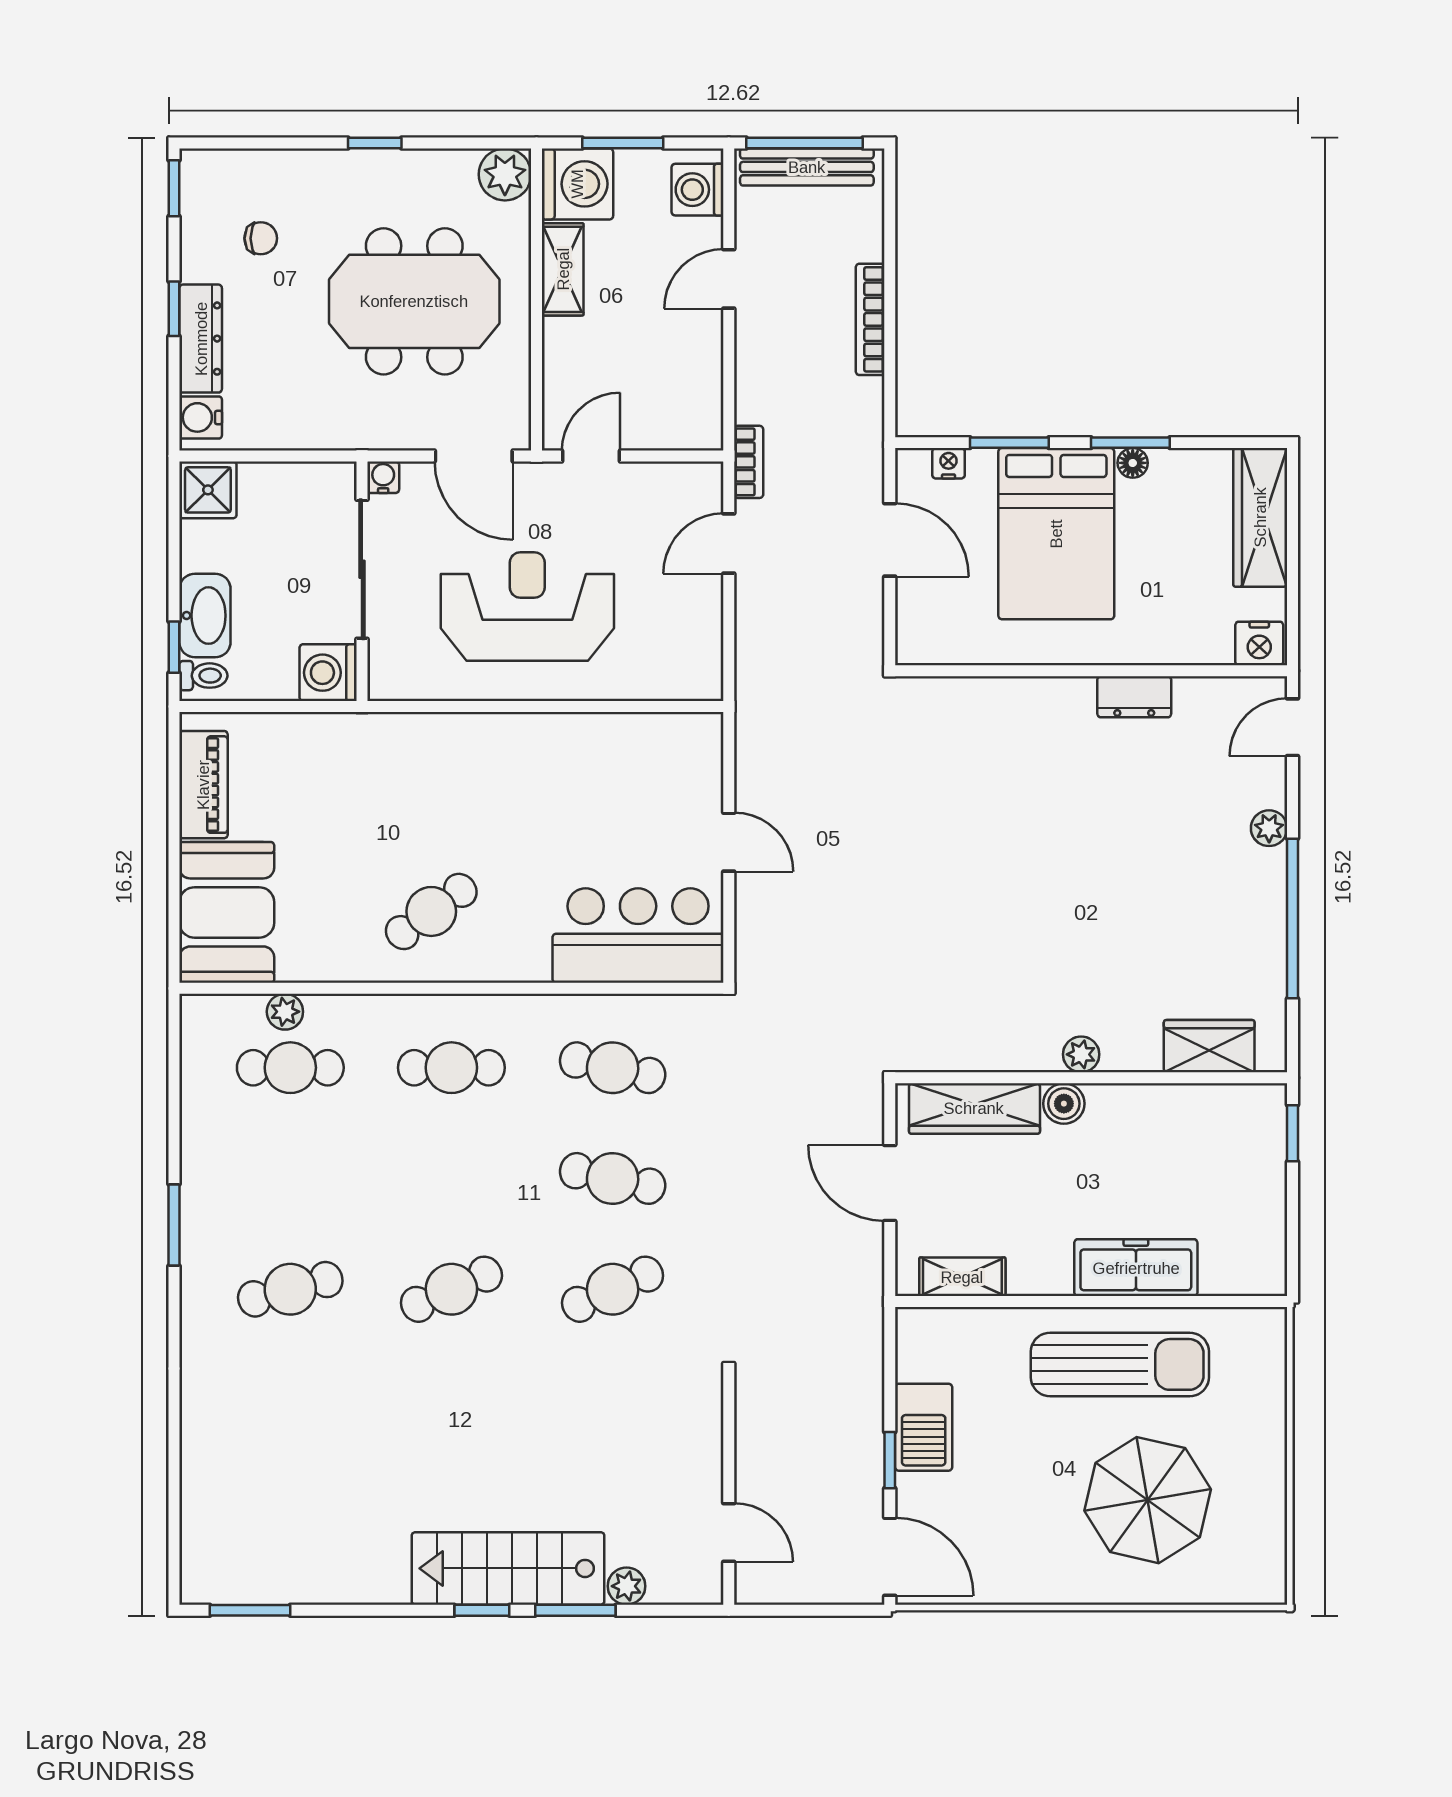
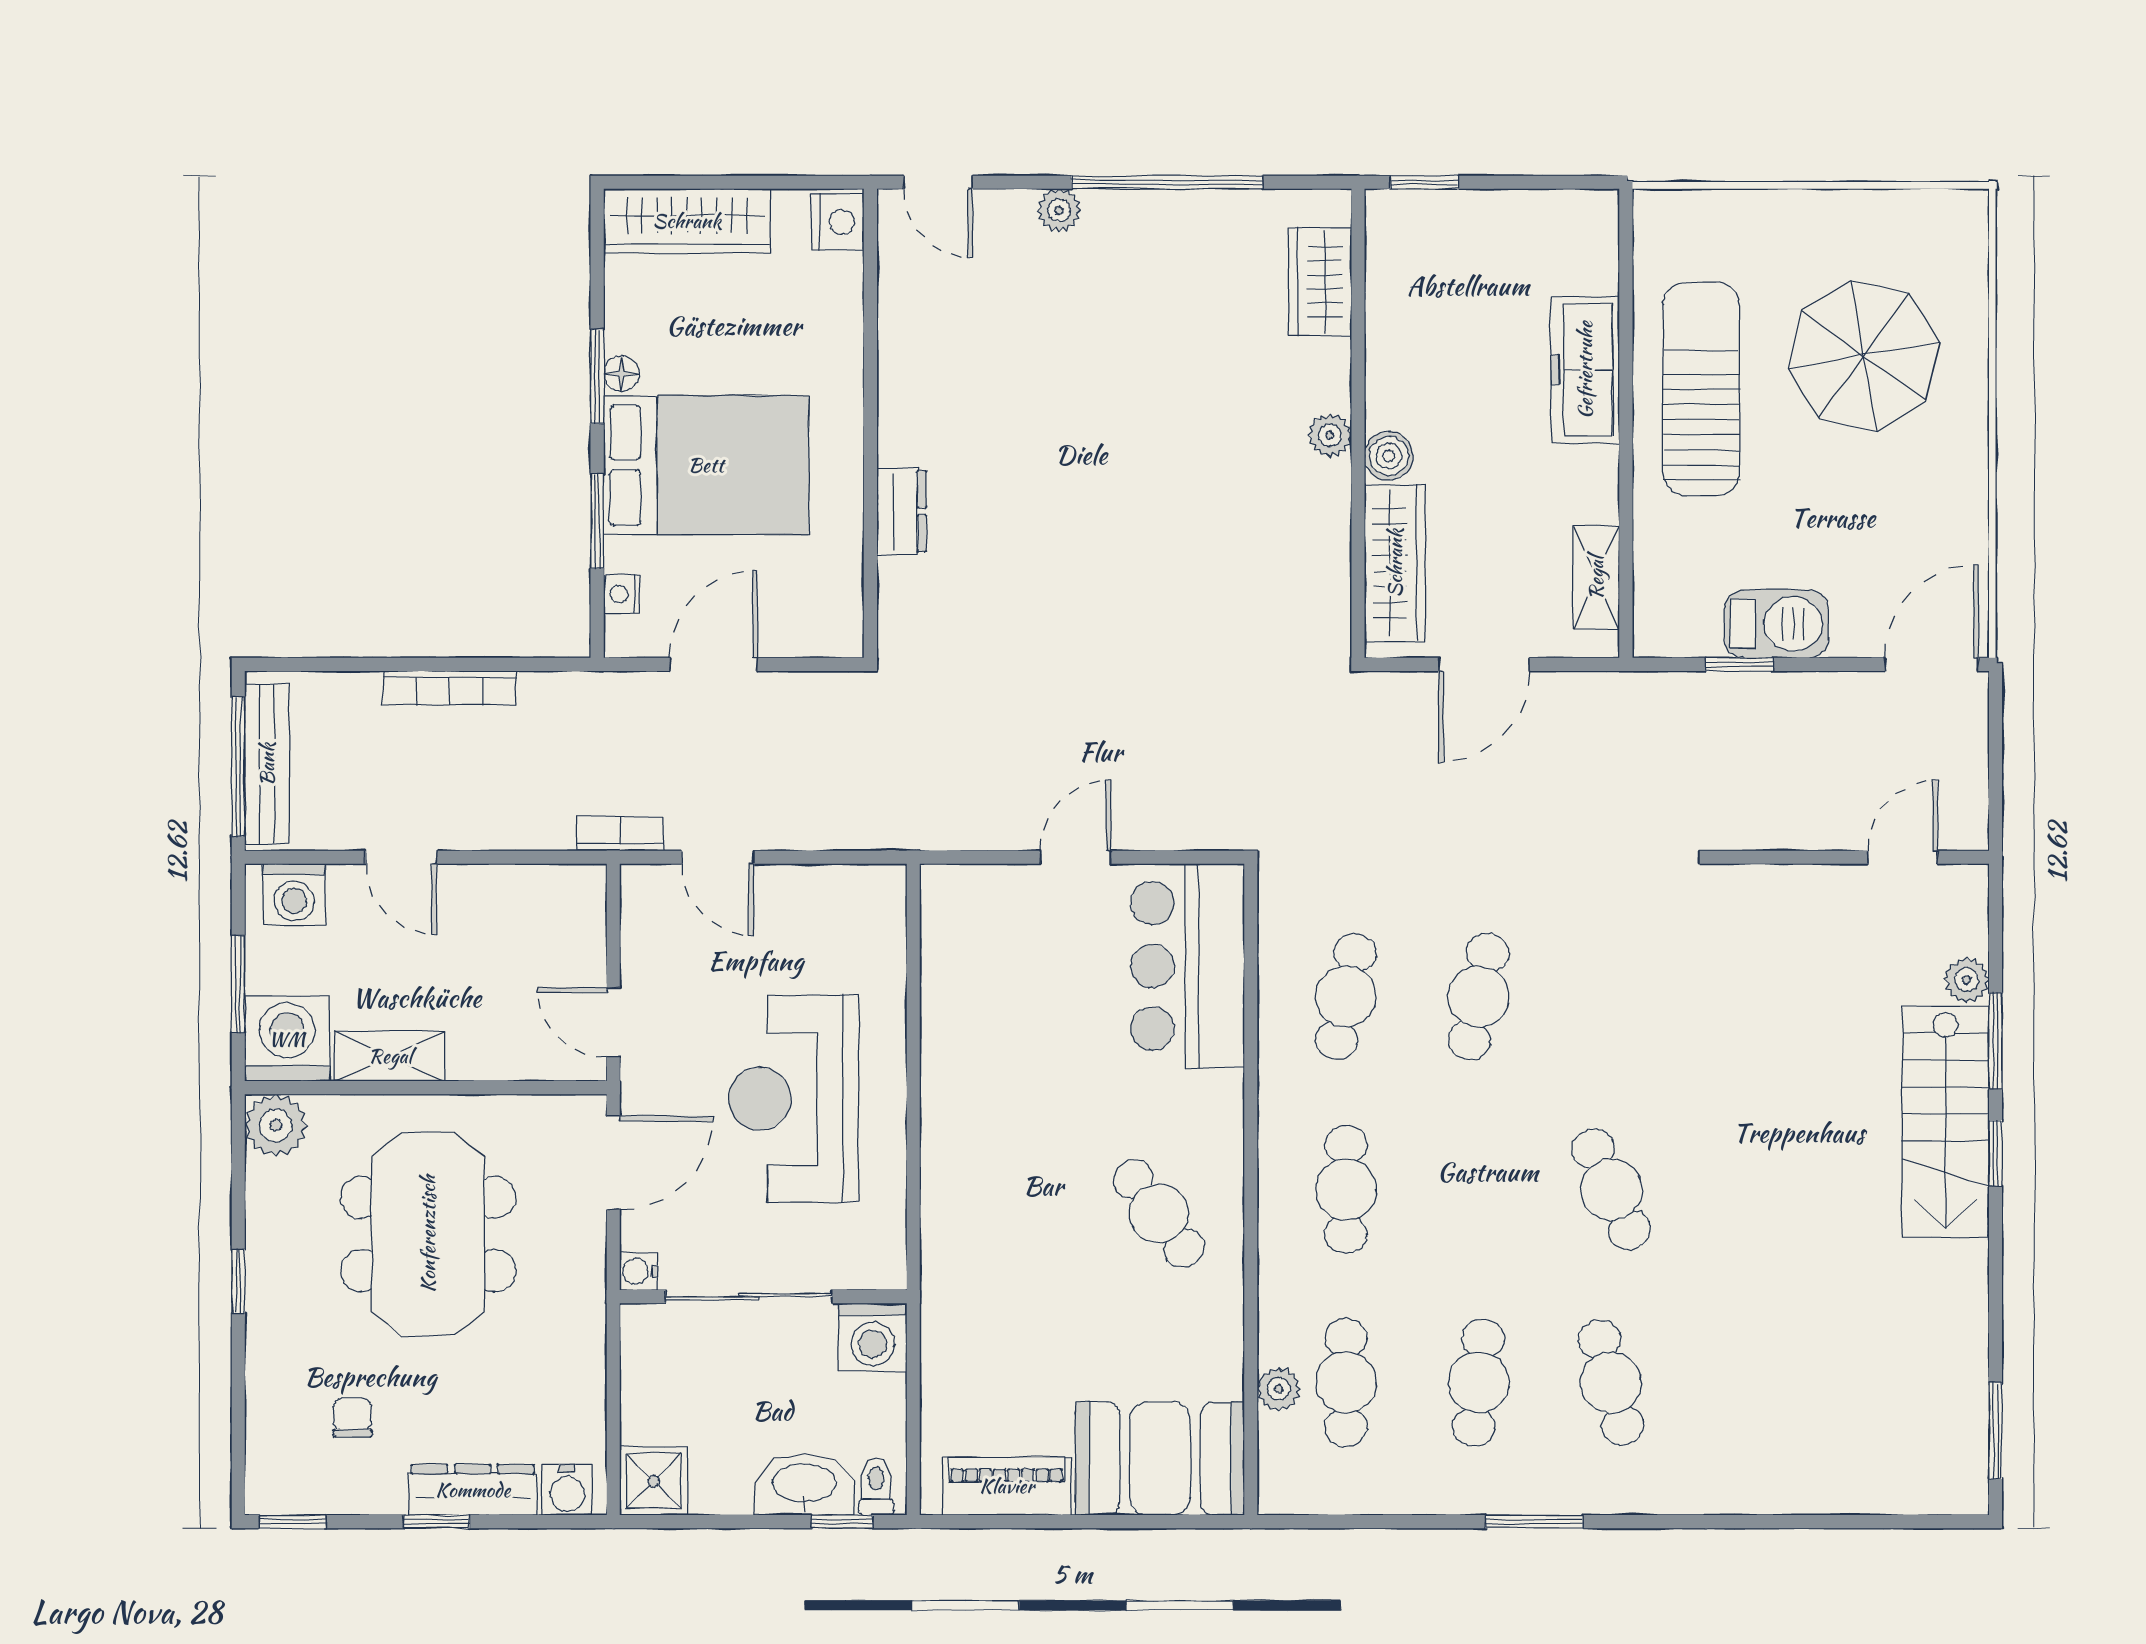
dresser: (1134, 697) -> (902, 511), moved
cafe table: (613, 1289) -> (1478, 1382), moved, turned 30
window: (890, 1460) -> (1740, 664), moved

